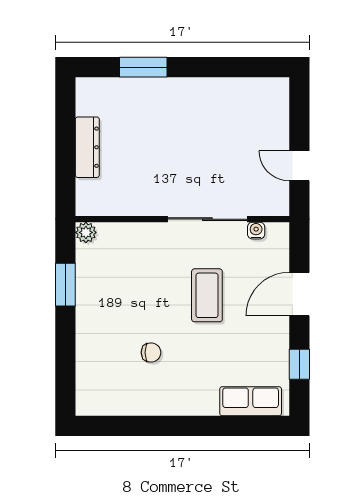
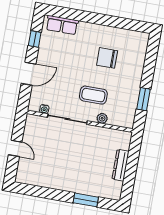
door: (299, 166) -> (15, 148), moved
plant: (86, 232) -> (102, 118), moved
coffee table: (207, 295) -> (93, 95), moved, turned 90
chair: (151, 352) -> (107, 58), width x1.87, depth x1.87

